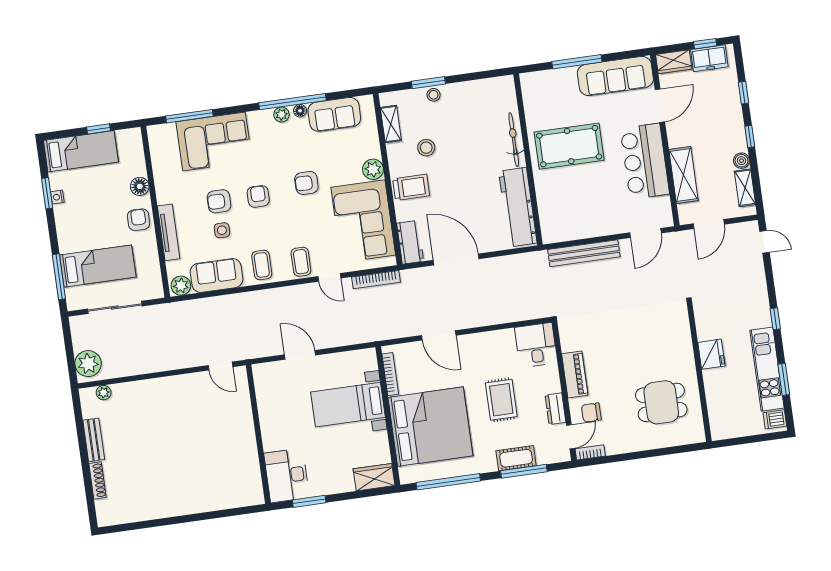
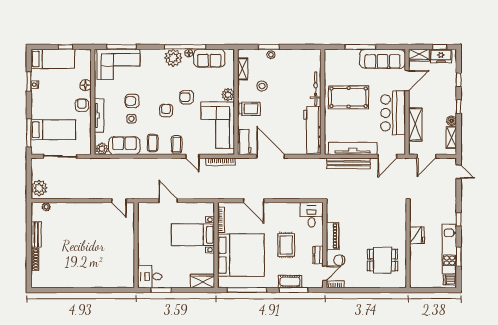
plant: (281, 115) -> (173, 58), width x1.88, depth x1.88
corner sofa: (214, 142) -> (118, 64), moved
armchair: (258, 196) -> (166, 110), moved
tv unit: (588, 228) -> (353, 148), added
desk: (287, 475) -> (150, 277), width x0.73

